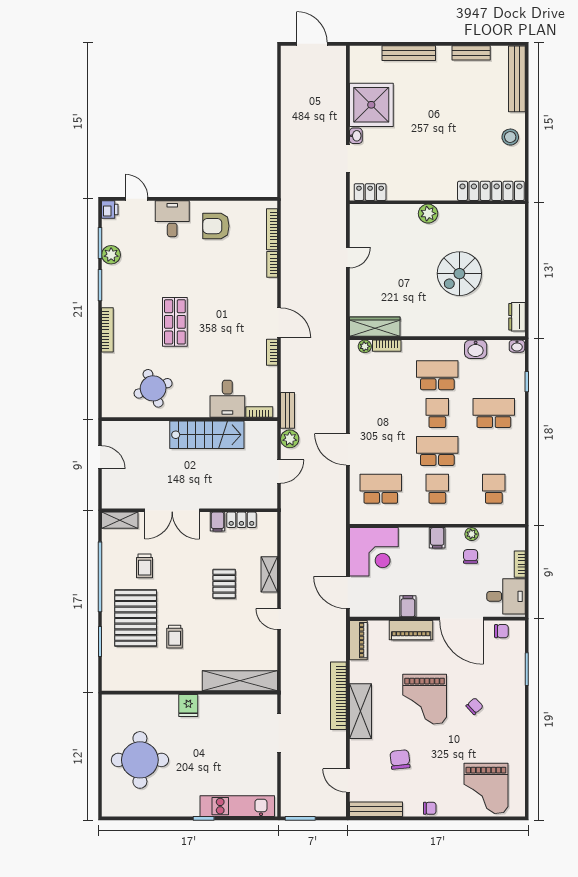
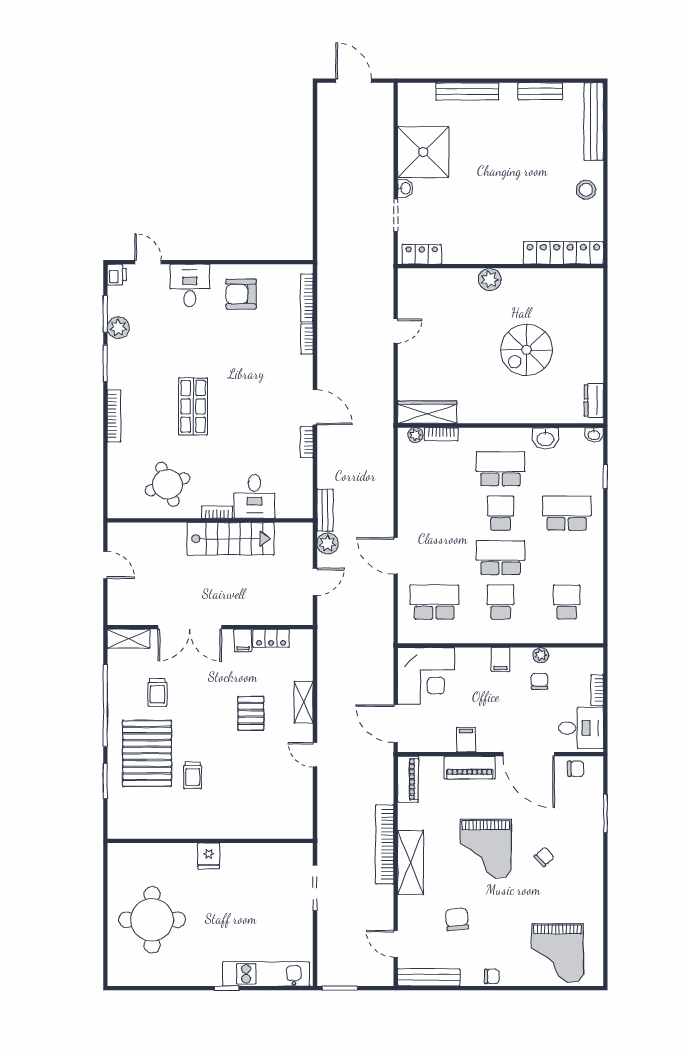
bookcase: (259, 412) -> (217, 512), moved
shelving: (240, 681) -> (269, 827), removed

